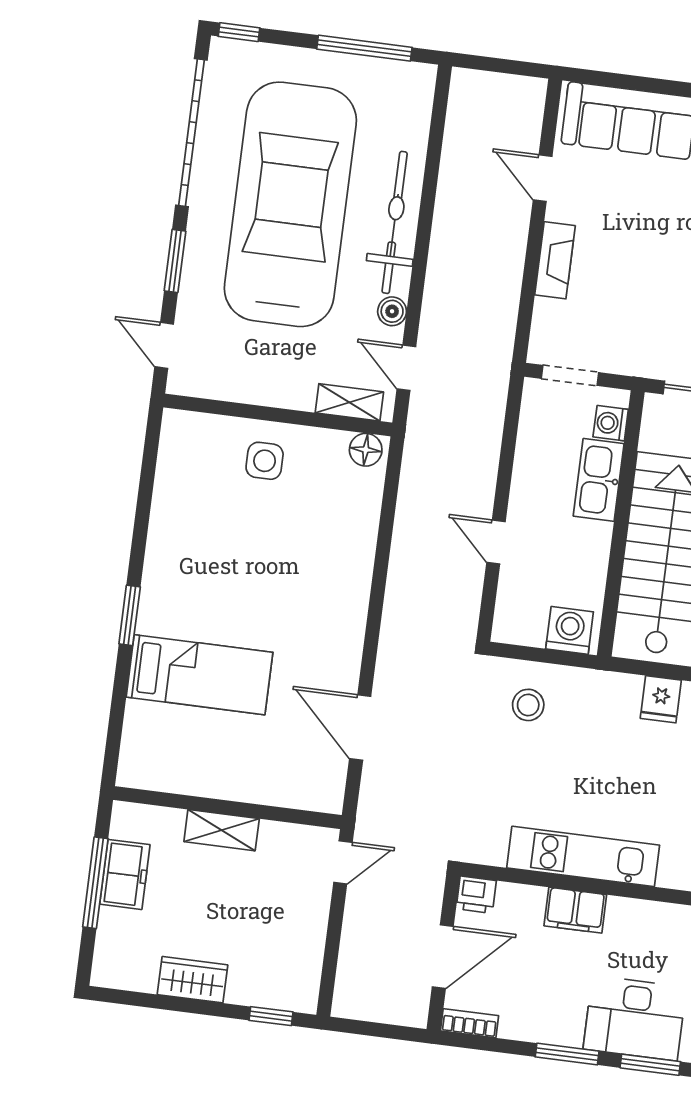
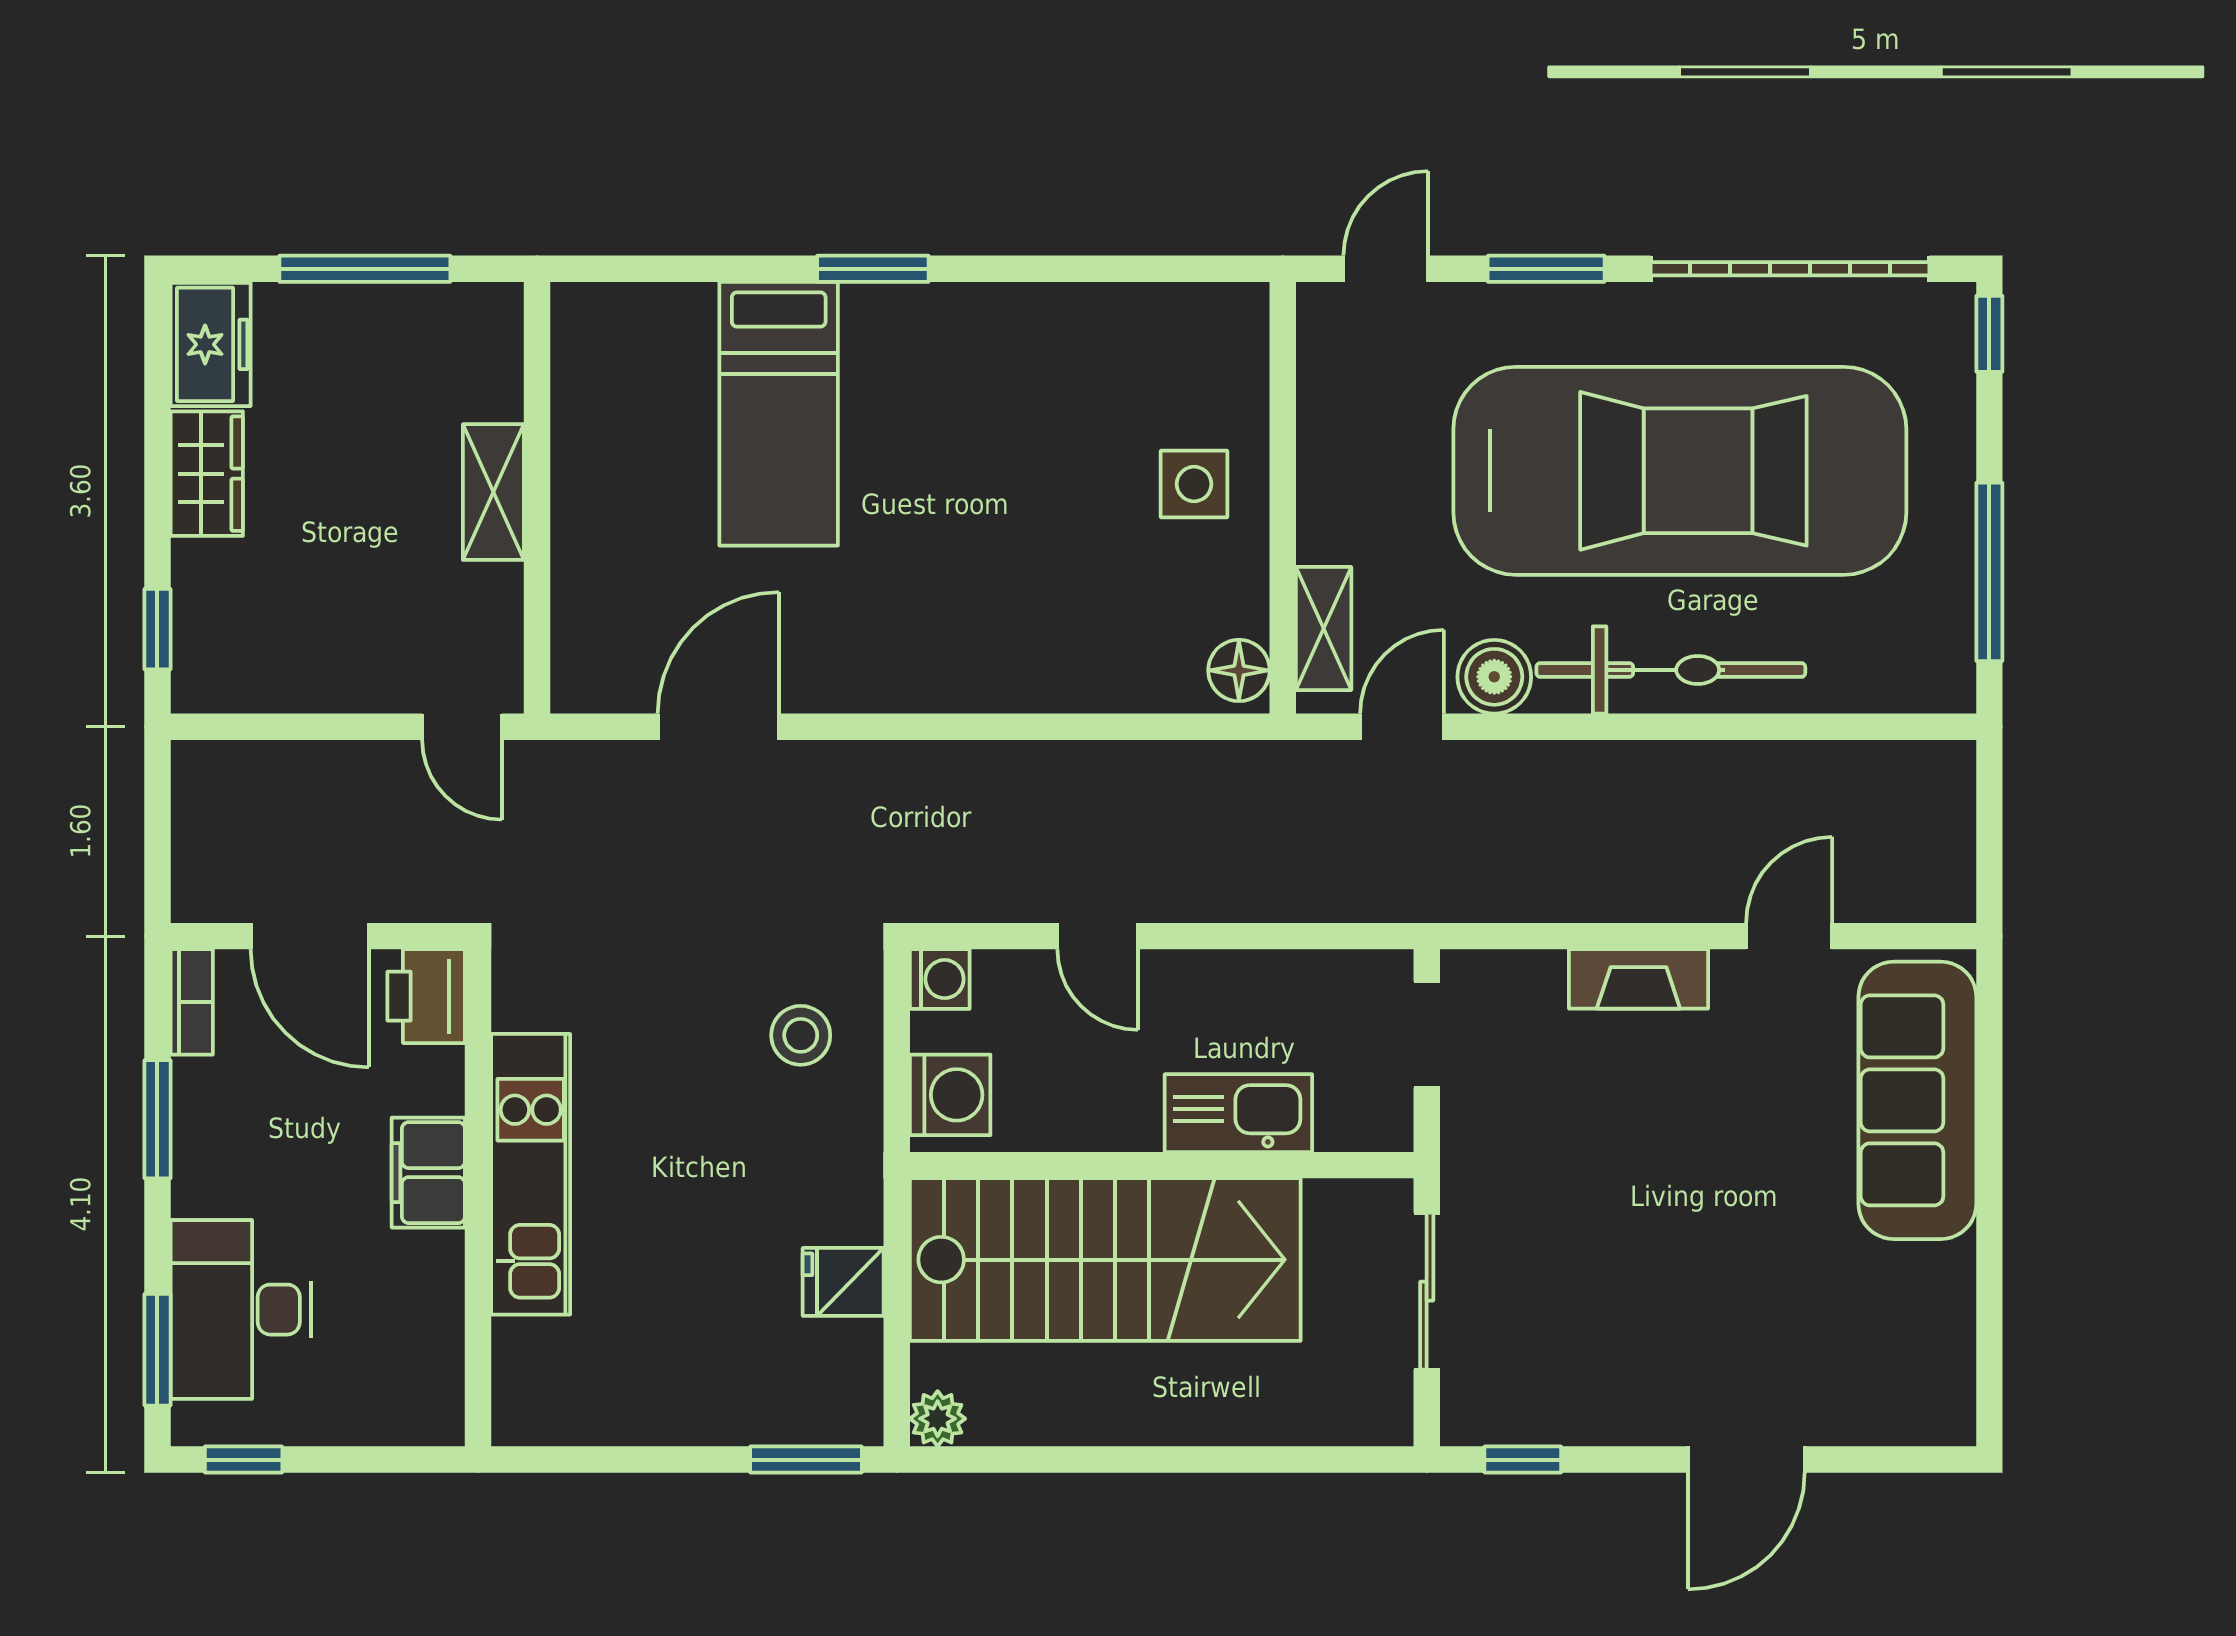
boiler: (392, 311) -> (1494, 677), width x1.36, depth x1.36
washing machine: (611, 423) -> (940, 979), moved, turned 90
door: (496, 542) -> (1098, 936), swing flipped
freezer: (125, 874) -> (211, 344), moved, turned -90
printer: (476, 895) -> (426, 996), width x1.36, depth x1.24
window: (567, 1054) -> (157, 1119), moved

